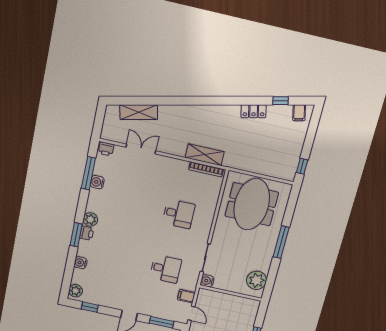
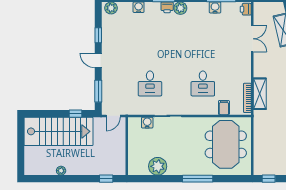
meeting table: (252, 204) -> (226, 144), turned 90
wall: (230, 293) -> (127, 146), moved
filing cabinet: (186, 296) -> (224, 108), moved
window: (90, 307) -> (98, 35), moved

